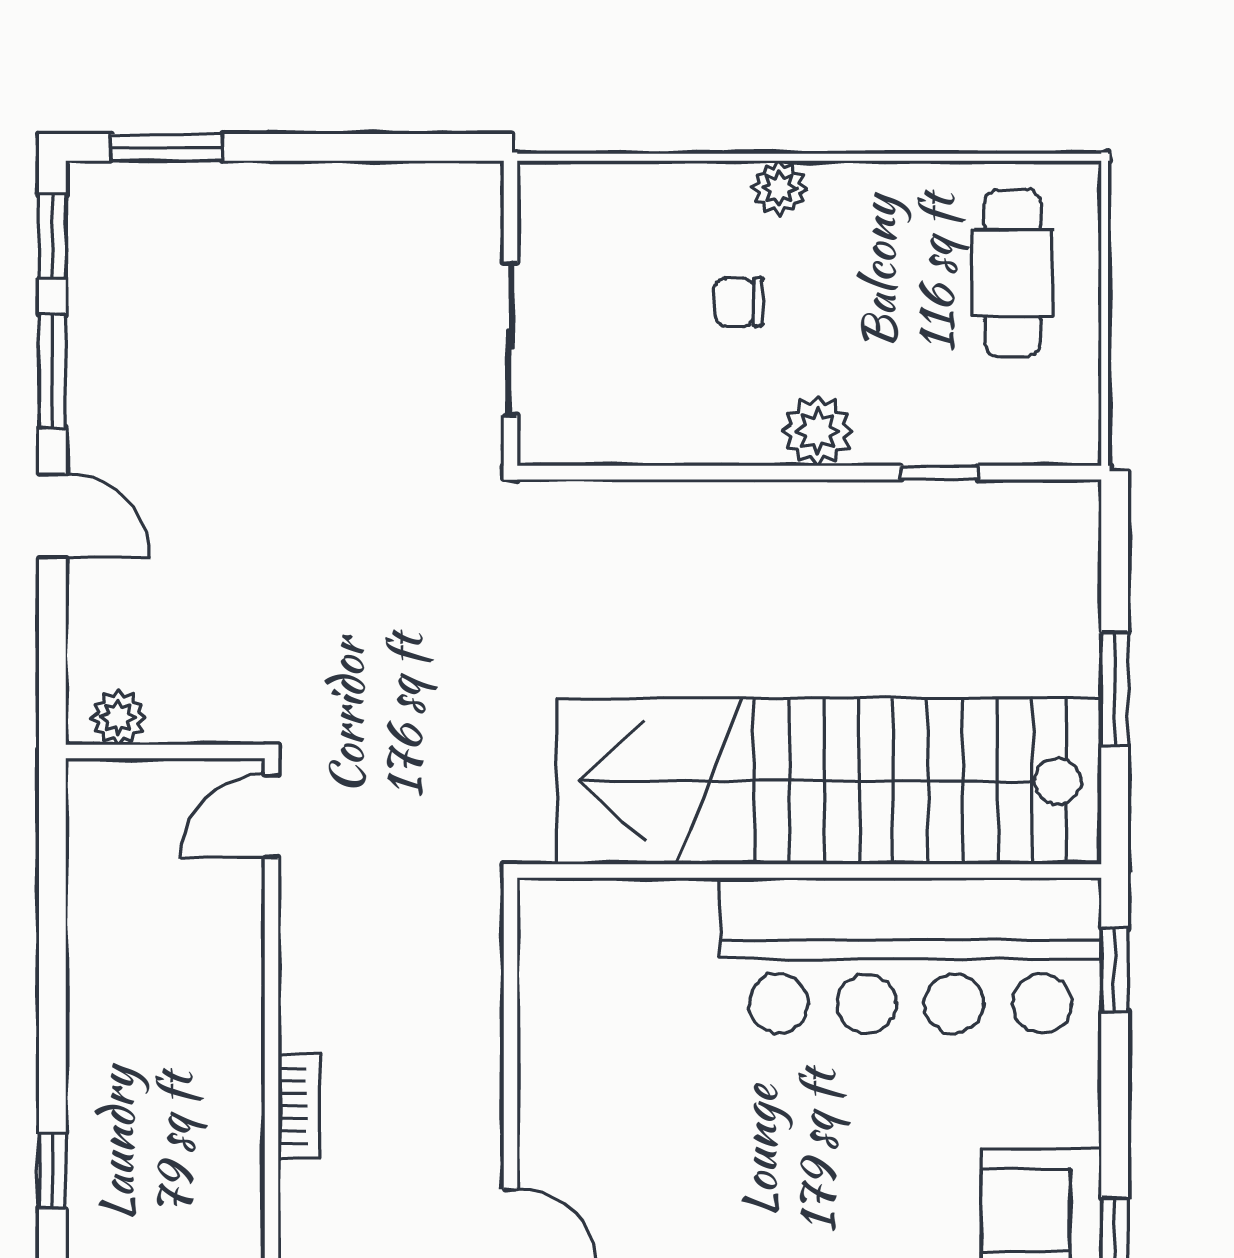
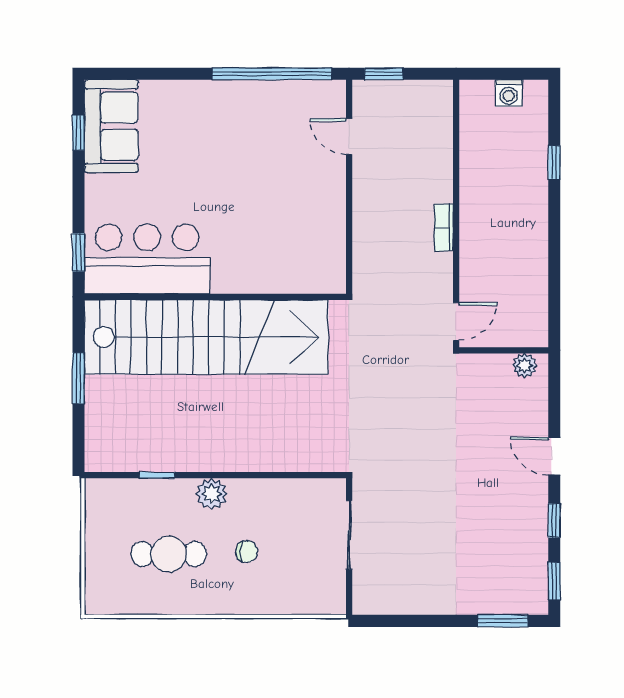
plant: (779, 188) -> (229, 603), removed
cafe table: (1013, 273) -> (169, 554), moved, turned 90
window: (52, 371) -> (554, 521), width x0.67
bar counter: (910, 955) -> (147, 259), width x0.73
bookcase: (299, 1106) -> (444, 227), moved

